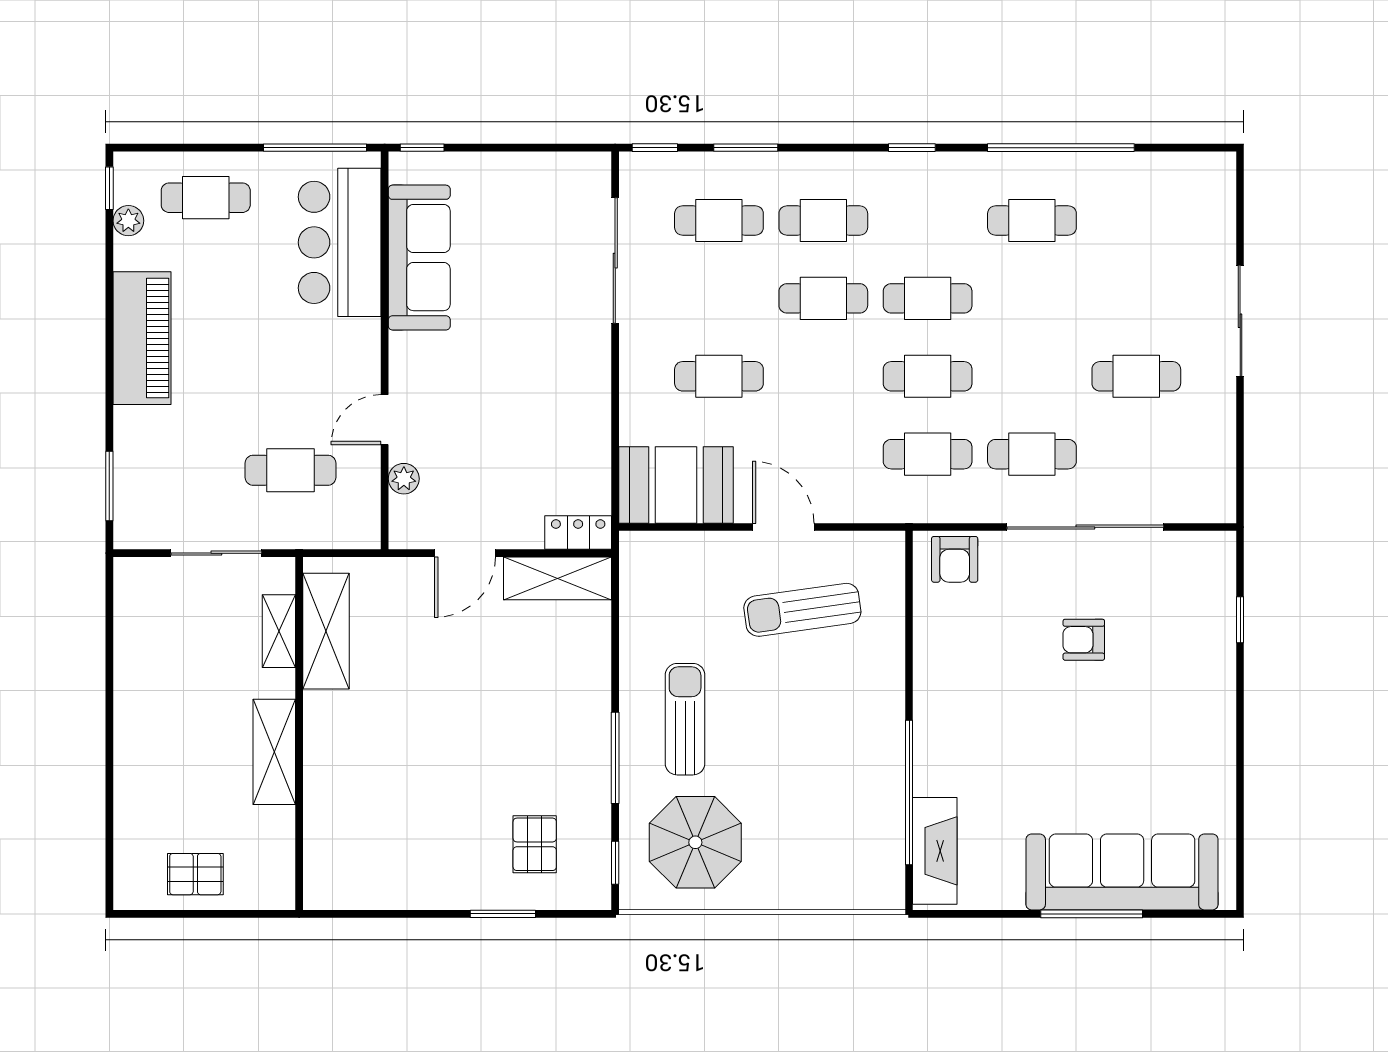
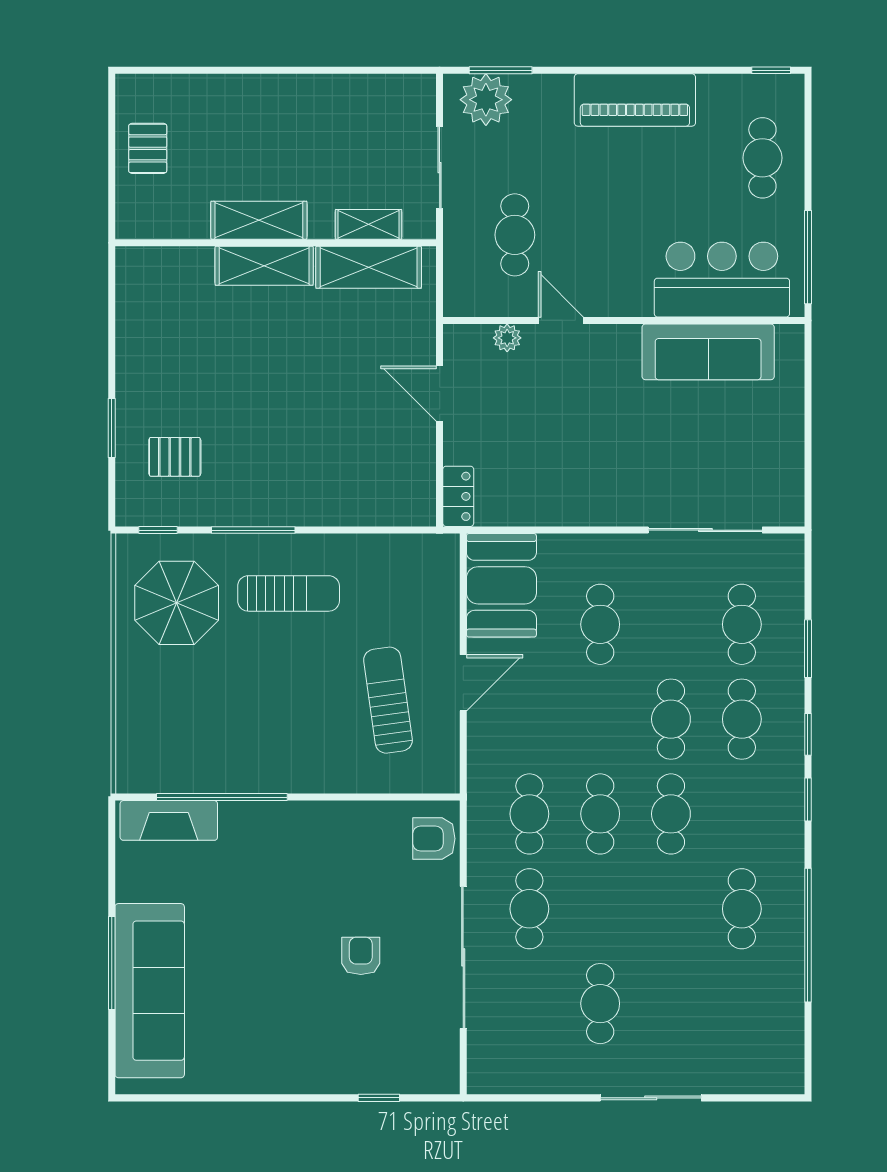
window: (422, 148) -> (808, 355), removed
window: (655, 148) -> (808, 734), moved
plant: (128, 221) -> (486, 100), moved, width x1.88, depth x1.88
shelving: (558, 578) -> (264, 266), moved, turned 90

